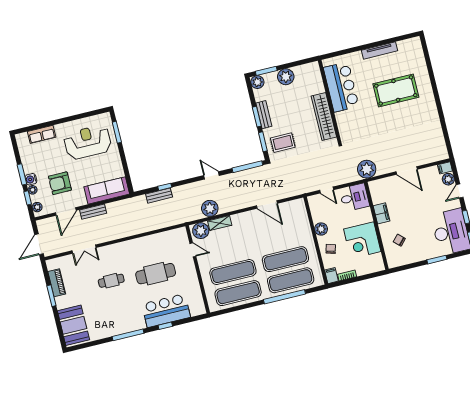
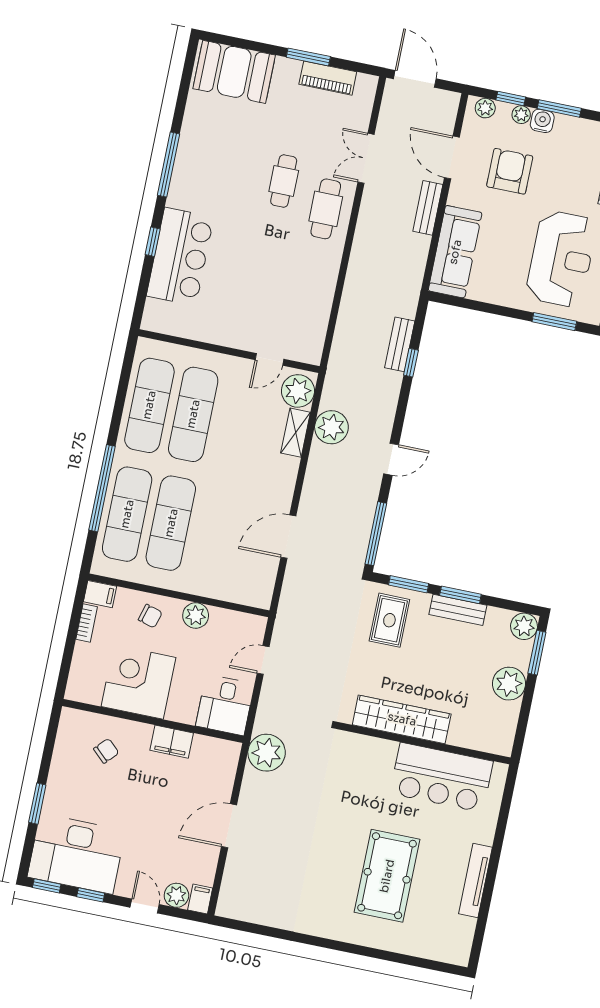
cafe table: (156, 274) -> (326, 209), moved, width x0.73, depth x0.74

